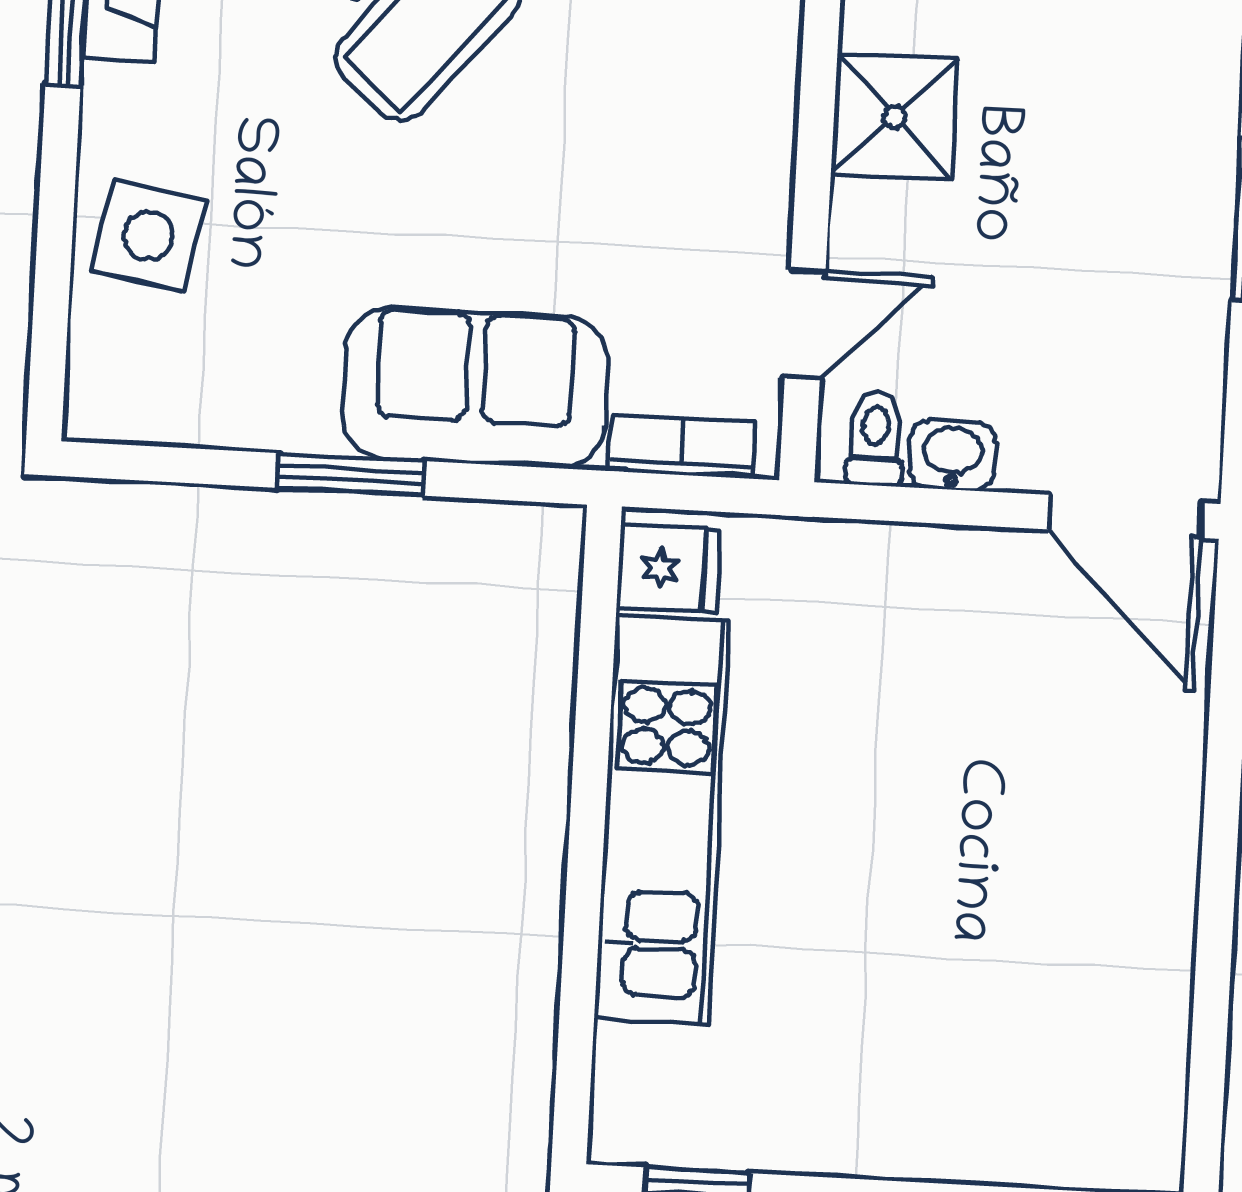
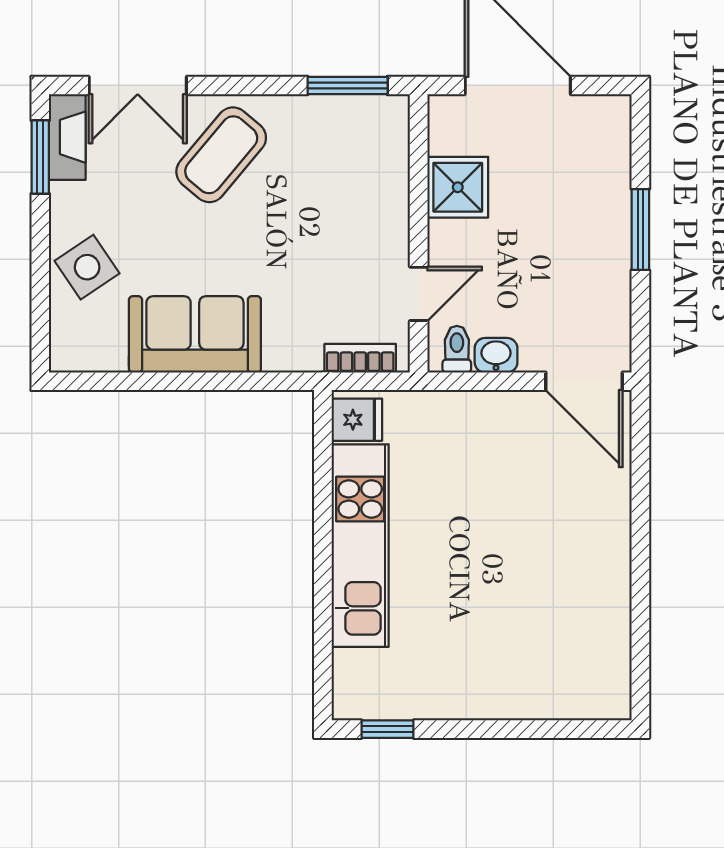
side table: (148, 236) -> (87, 267), turned 45
sofa: (475, 388) -> (195, 334), moved
window: (351, 474) -> (195, 381), removed

